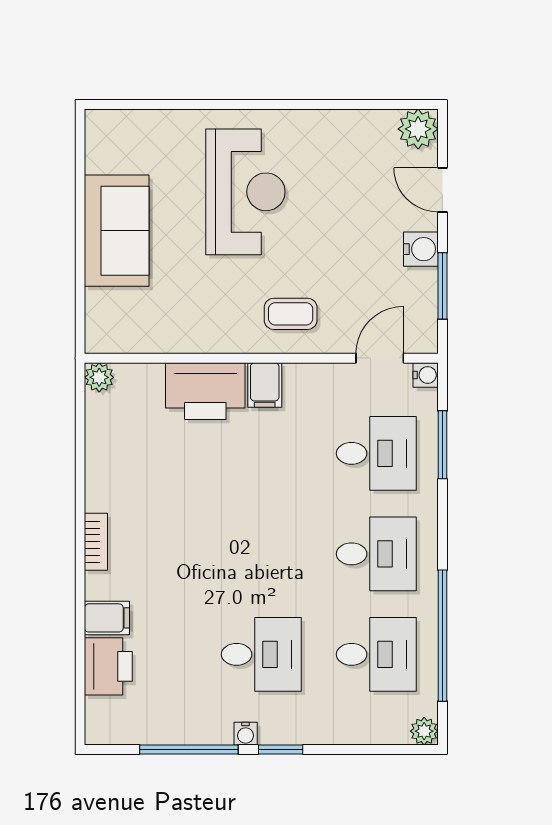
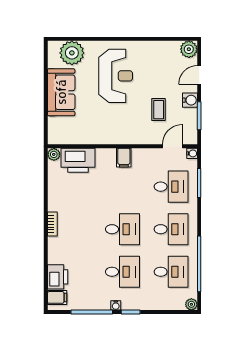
plant: (142, 138) -> (72, 53), added
door: (442, 190) -> (199, 75), hinge flipped
coffee table: (291, 314) -> (159, 110), moved, turned 90
printer: (205, 391) -> (78, 160), moved
desk: (261, 554) -> (122, 229), added
filing cabinet: (107, 618) -> (57, 297), moved

